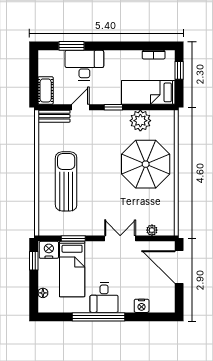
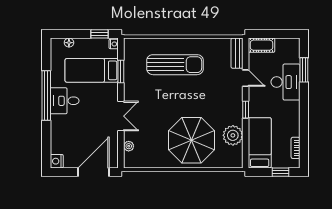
nightstand: (49, 250) -> (114, 44), width x0.53, depth x0.56
nightstand: (142, 306) -> (57, 161), moved

